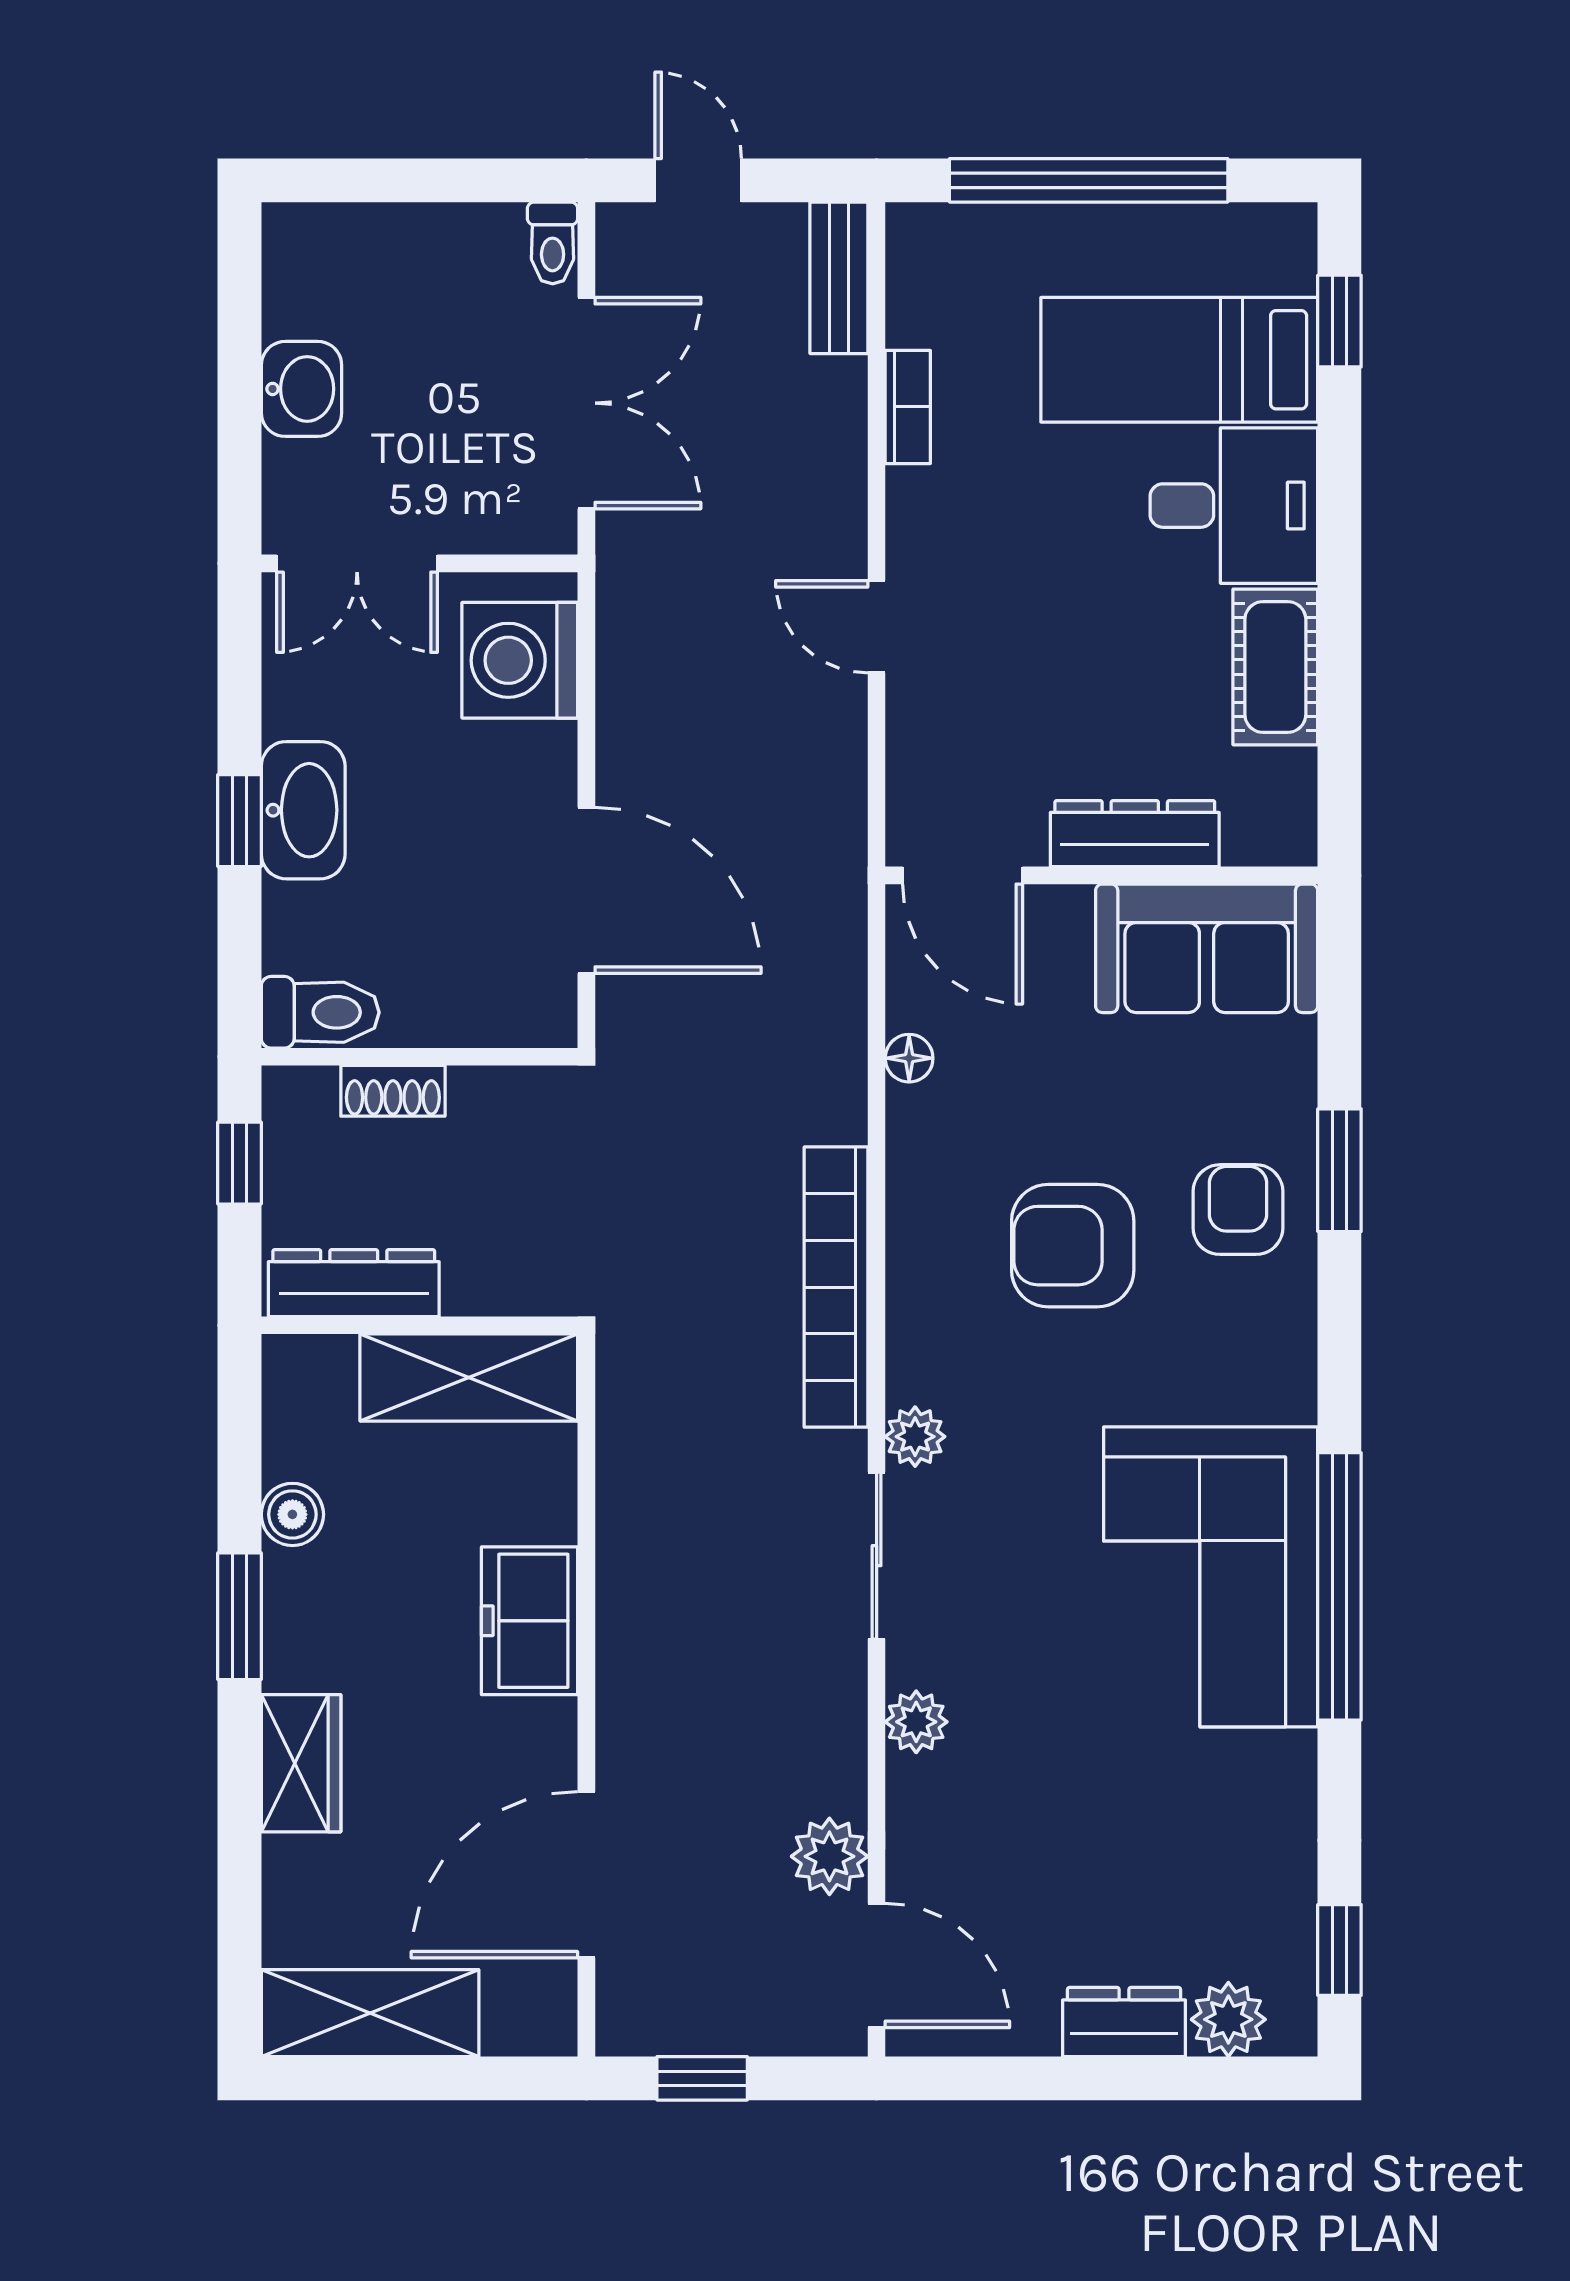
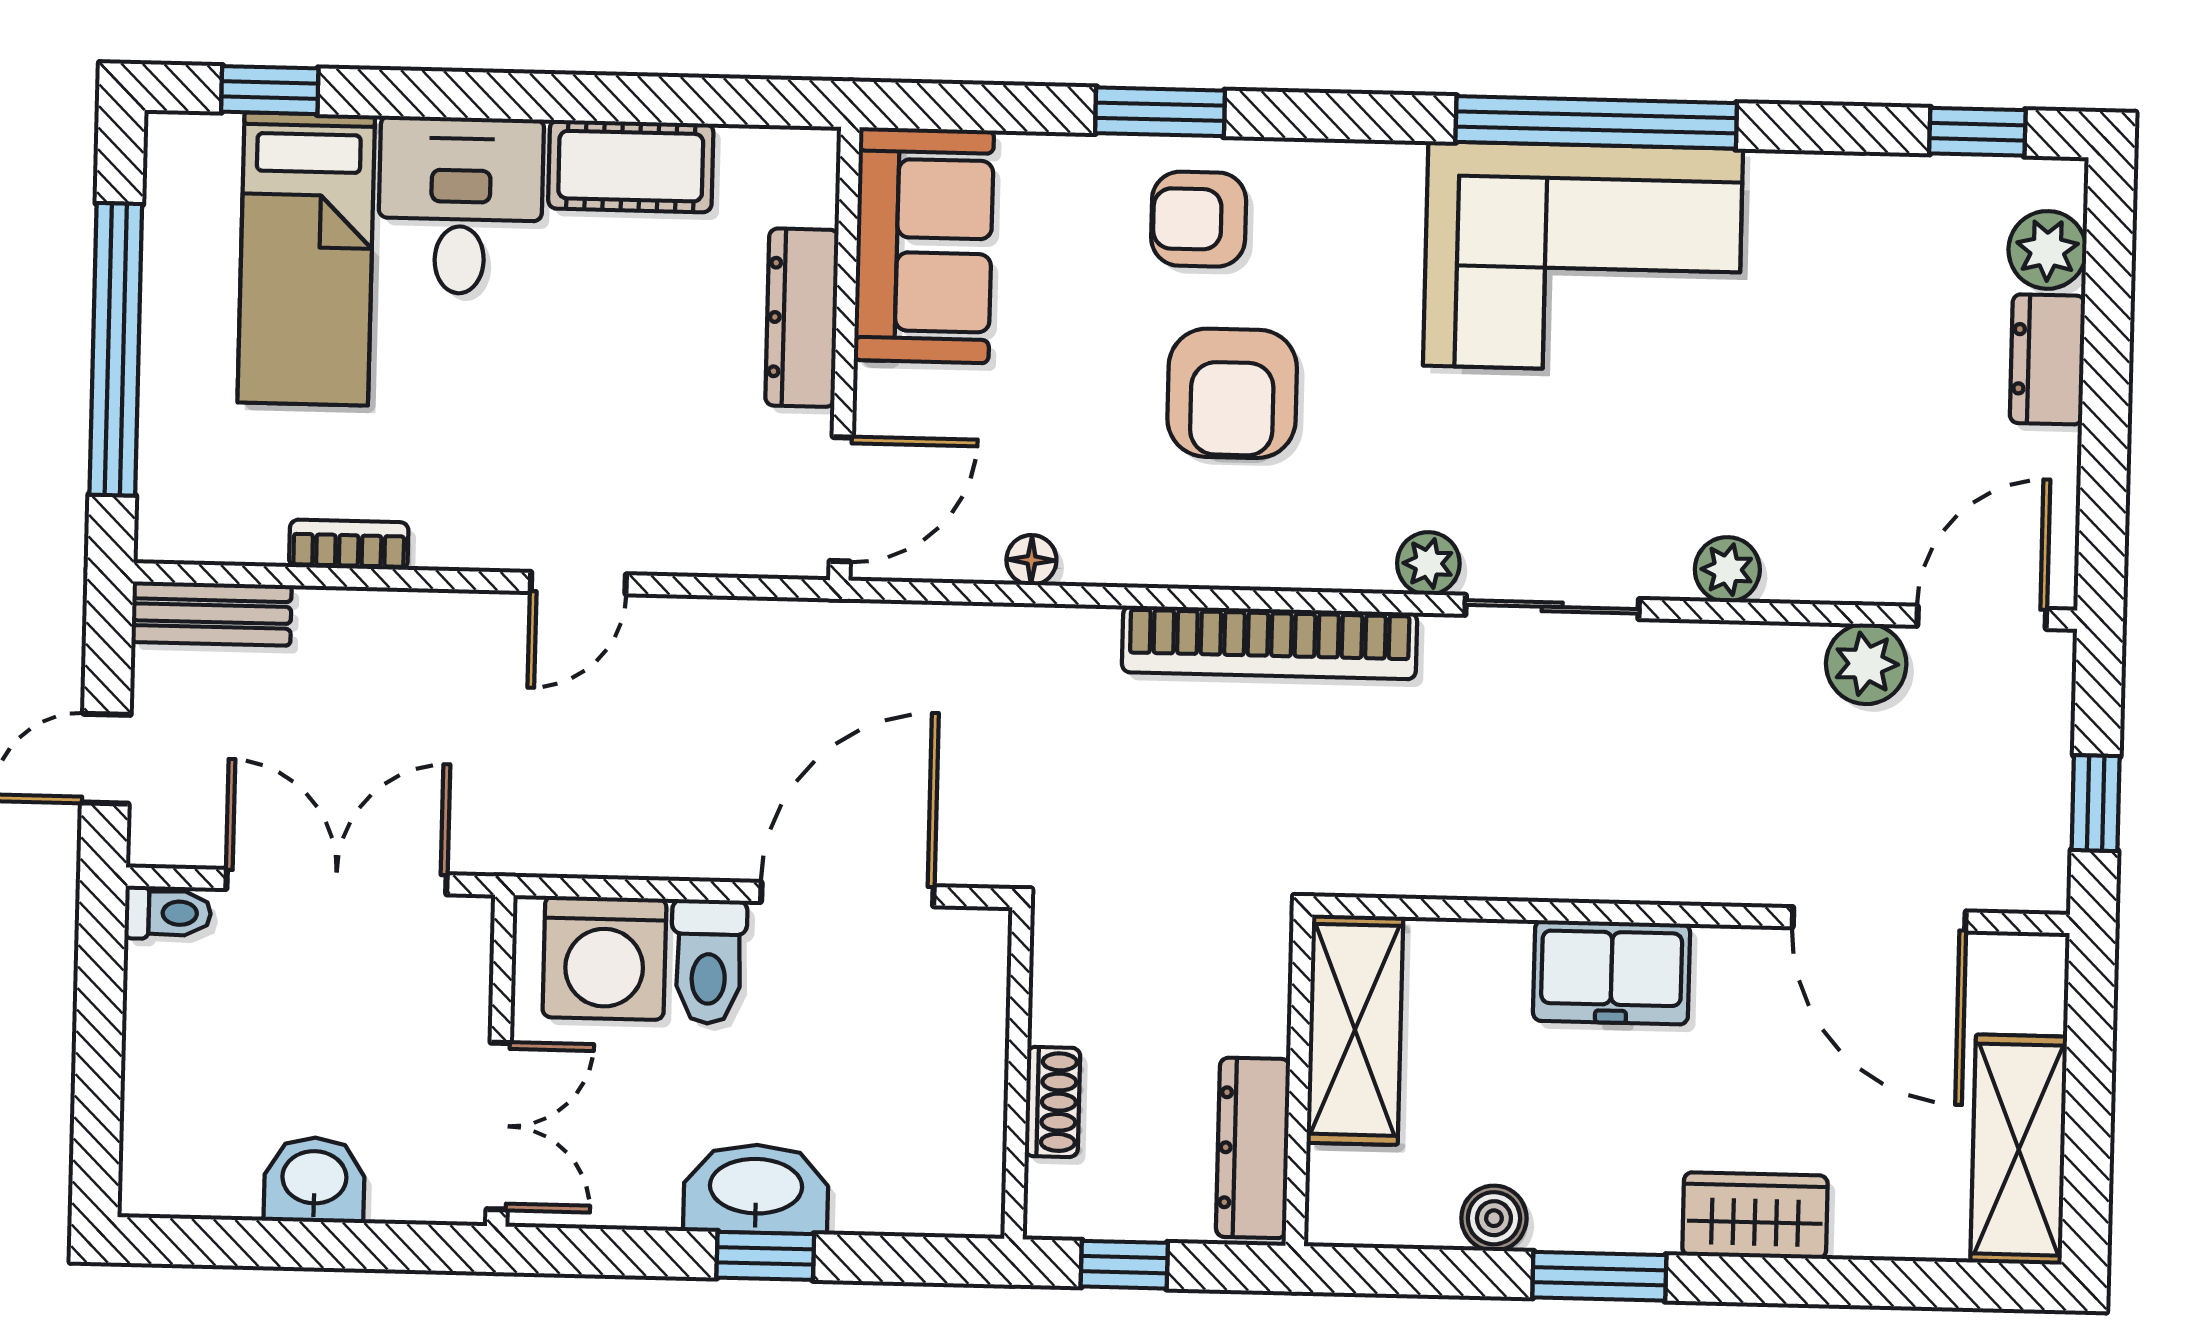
toilet: (320, 1012) -> (709, 962), moved, turned 180

